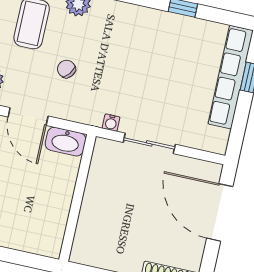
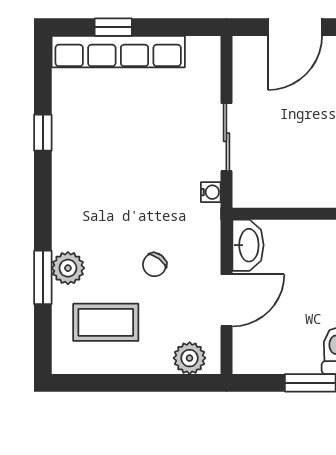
door: (220, 212) -> (295, 27), width x0.73

